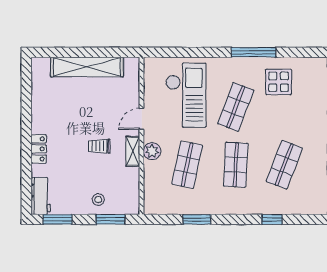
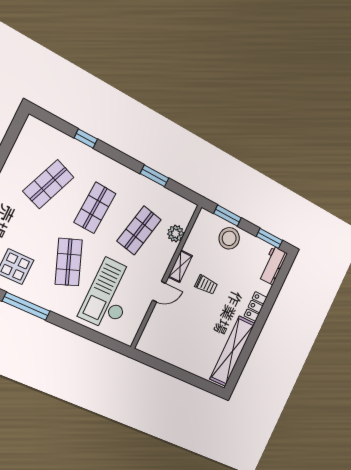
shelving: (87, 67) -> (232, 351), moved, turned 90
shop shelf: (236, 107) -> (69, 262), turned -42
plant: (152, 151) -> (176, 234), moved
stool: (98, 200) -> (229, 238), width x1.89, depth x1.89

